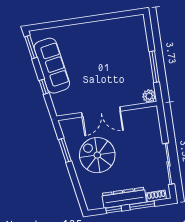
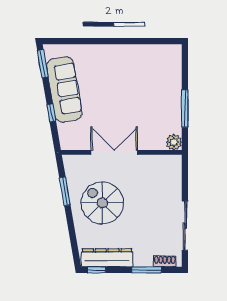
double door: (101, 112) -> (114, 152), swing flipped
dresser: (124, 198) -> (107, 258), moved
window: (114, 209) -> (96, 270), moved

